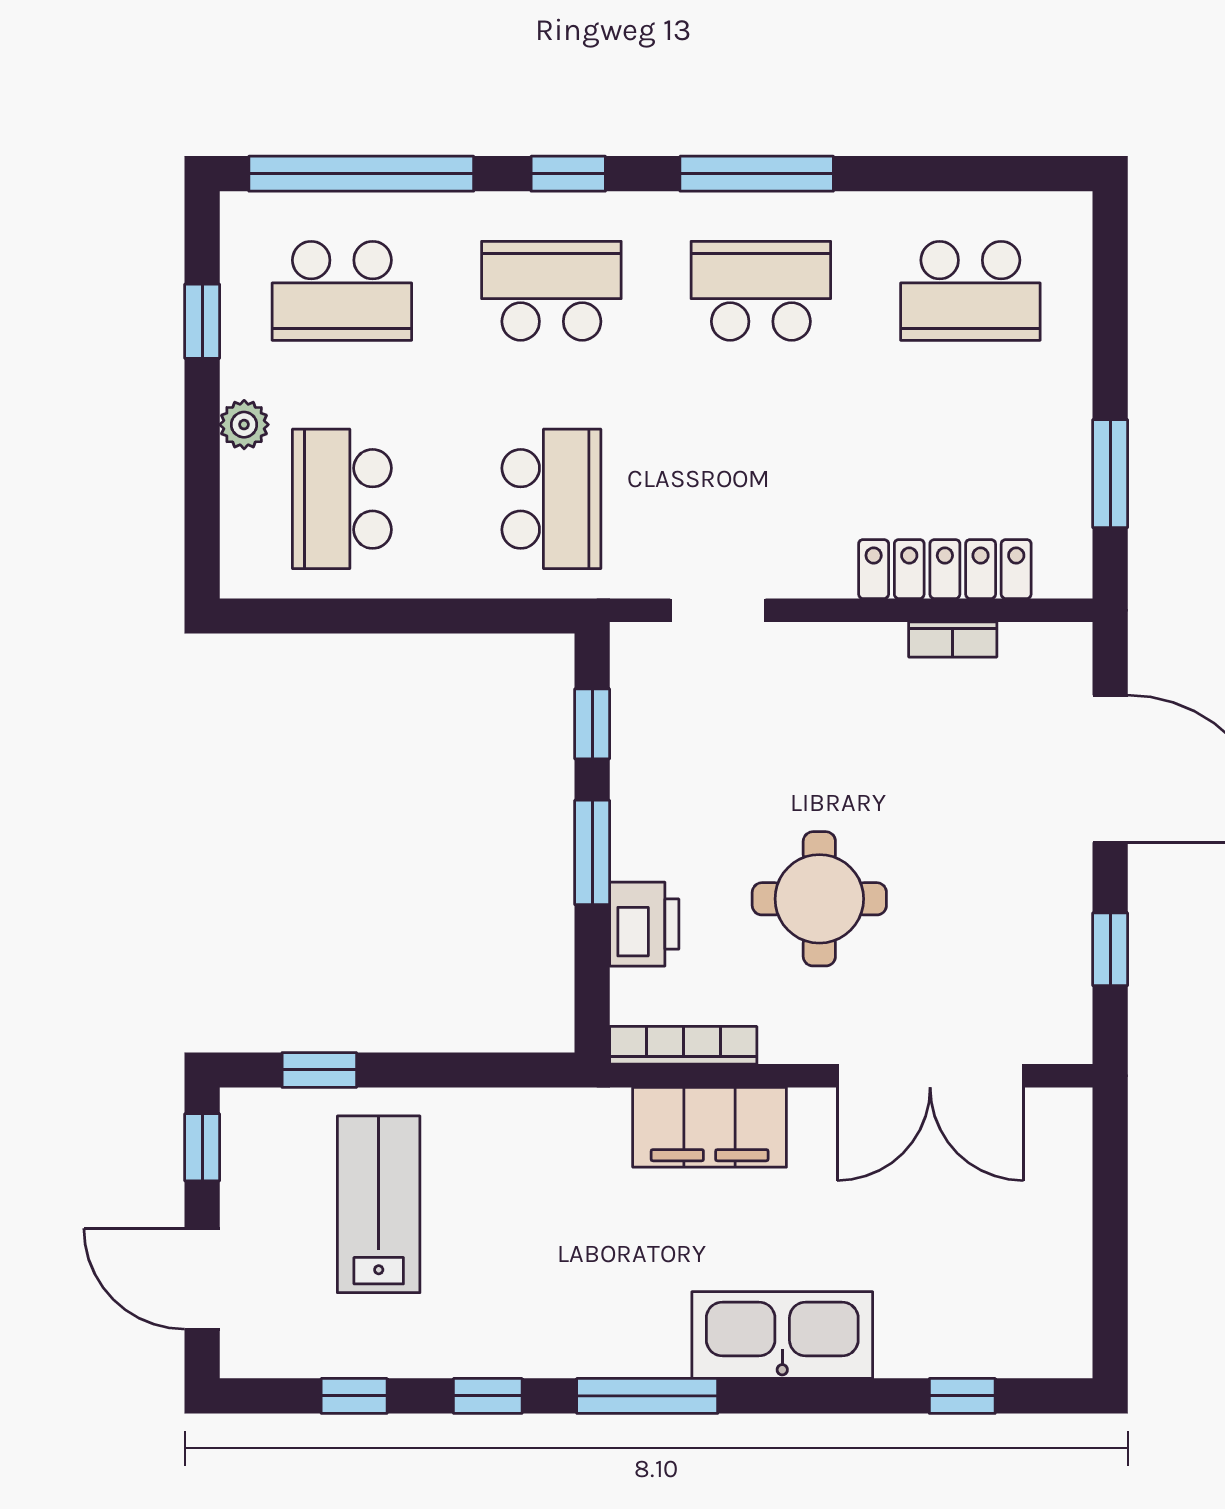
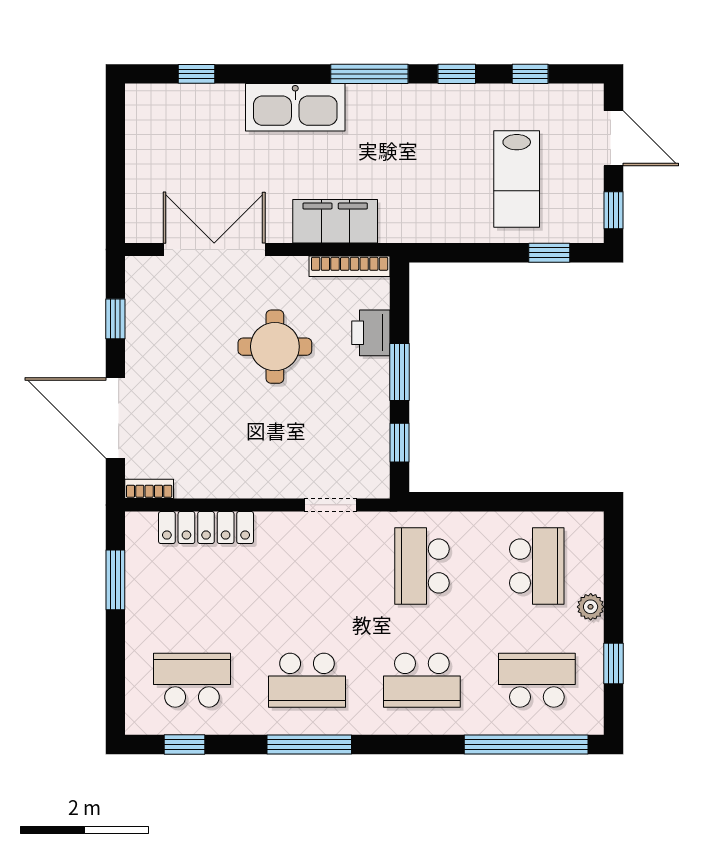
window: (568, 174) -> (185, 744), moved
bookcase: (953, 639) -> (149, 489), moved

